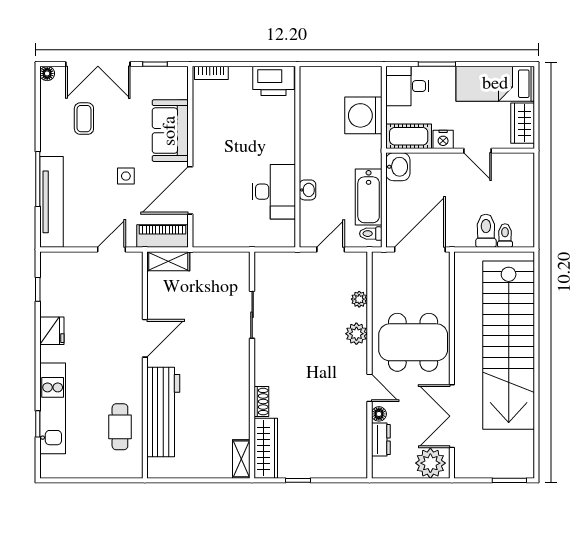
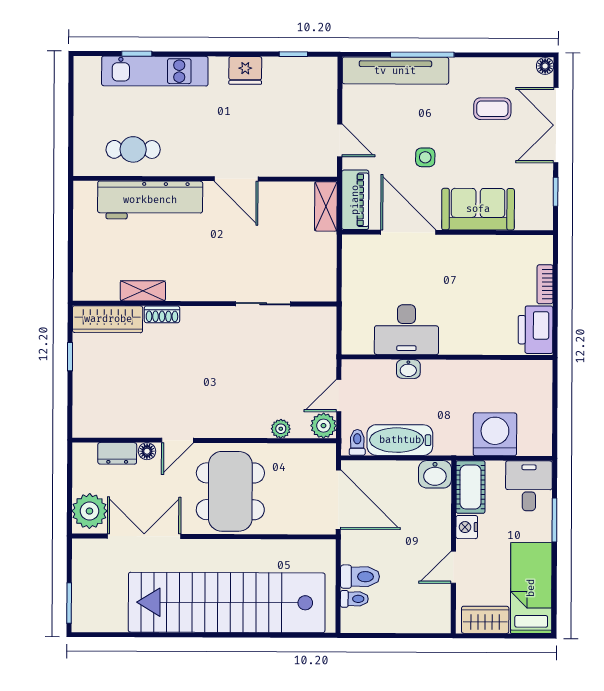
bookcase: (211, 73) -> (545, 284), moved
door: (331, 250) -> (339, 396), swing flipped
plant: (356, 334) -> (323, 426), moved
shelving: (241, 459) -> (143, 291), moved

